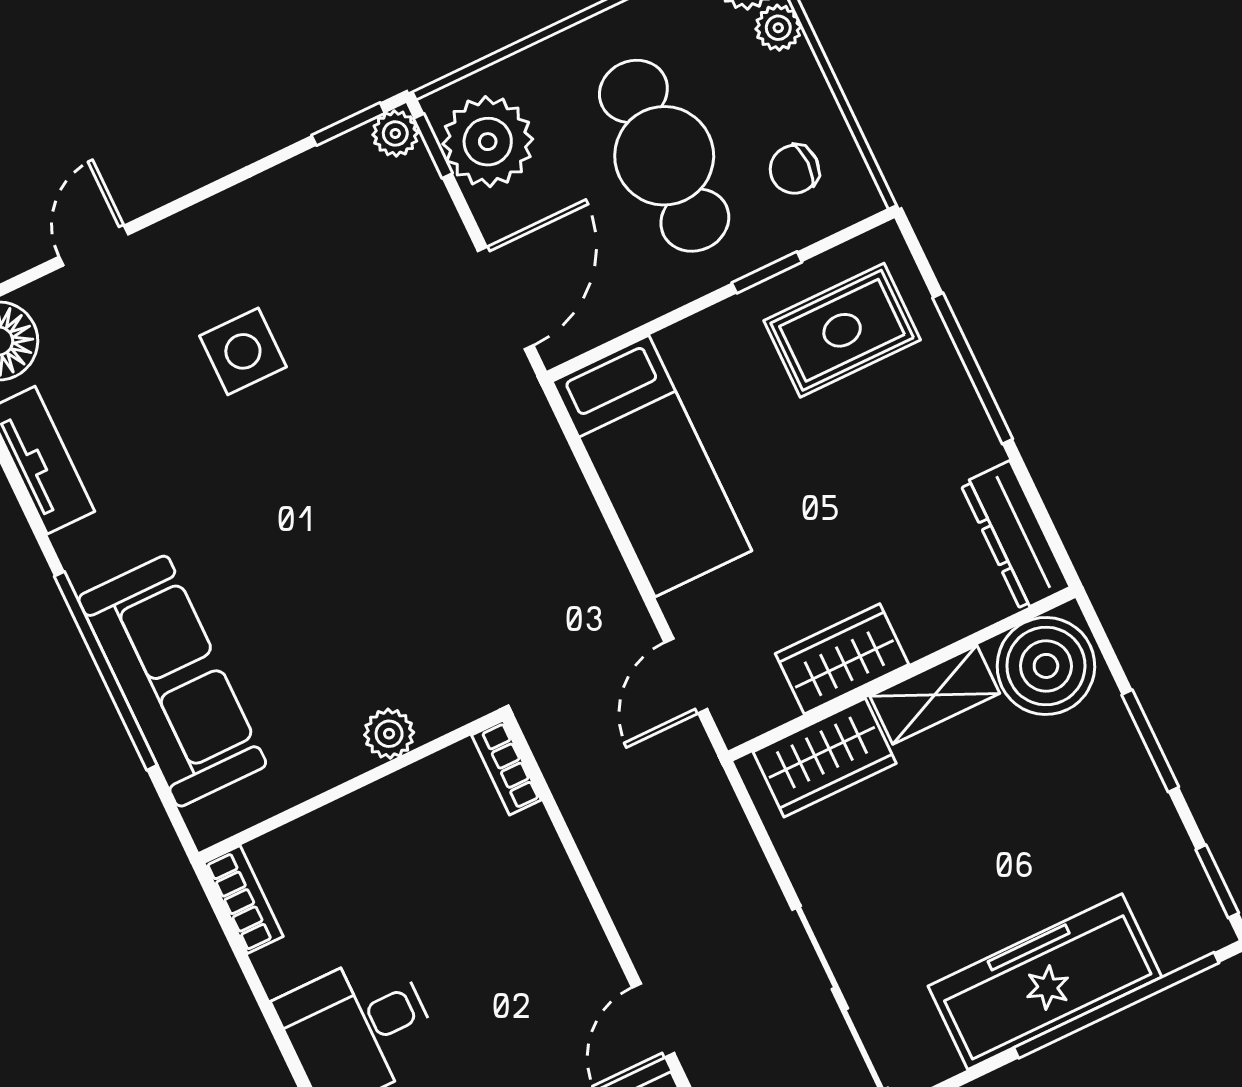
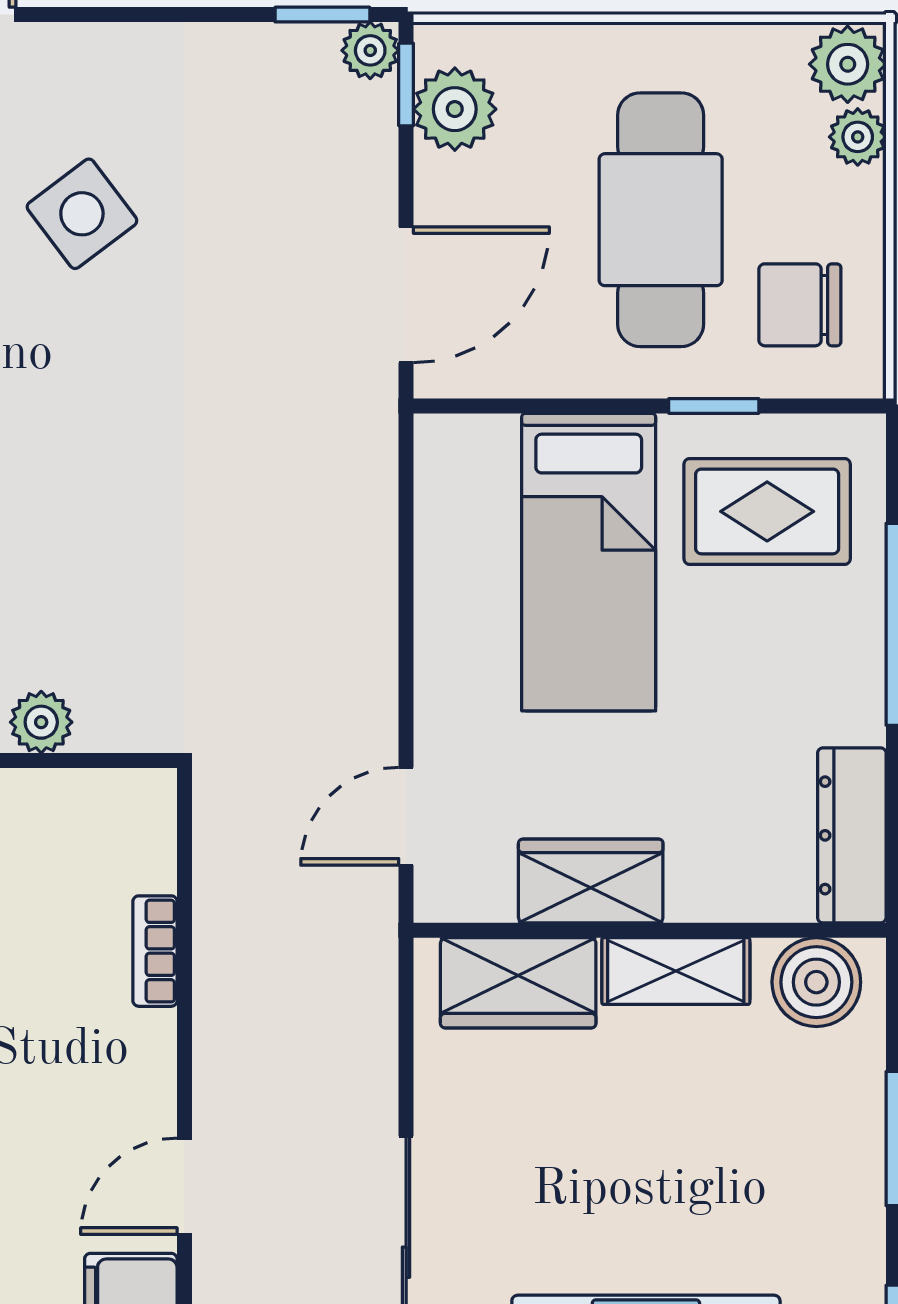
plant: (488, 142) -> (455, 109), width x0.73, depth x0.73
chair: (794, 169) -> (800, 305), width x1.37, depth x1.37
side table: (243, 351) -> (82, 214), turned -37
bed: (652, 466) -> (589, 562), moved
boiler: (1046, 666) -> (816, 982), width x0.73, depth x0.73
bookcase: (506, 767) -> (155, 951), moved

